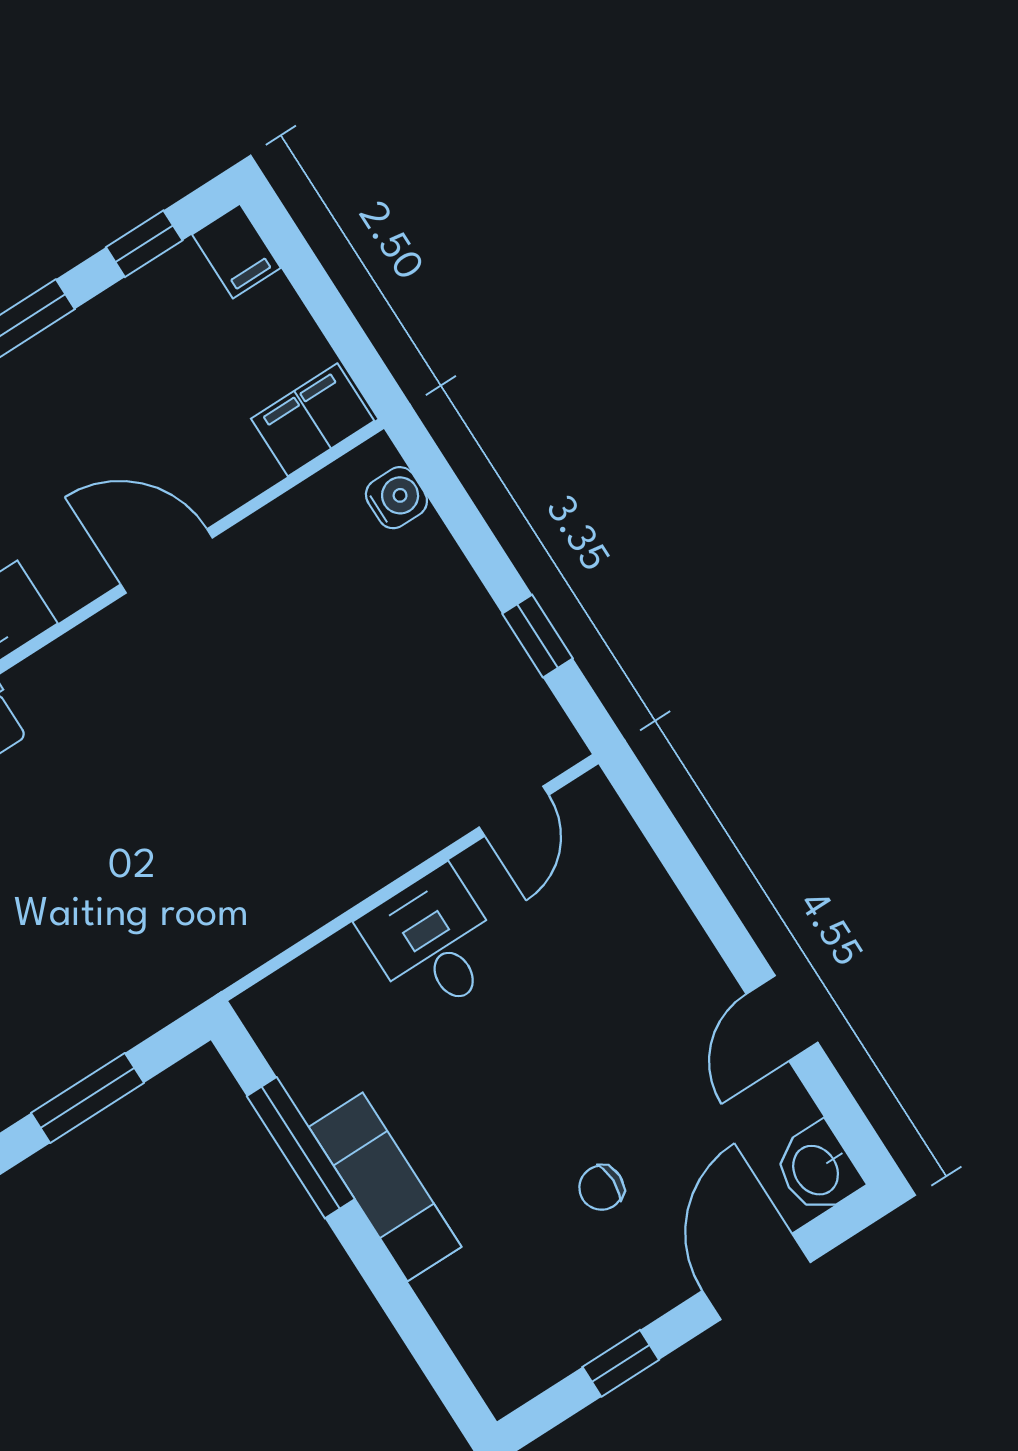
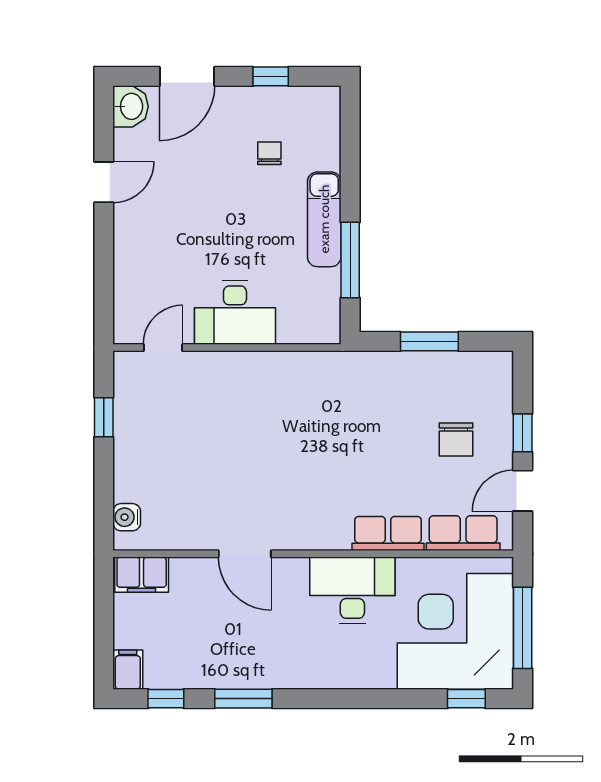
desk: (433, 943) -> (235, 313), width x1.37
chair: (601, 1188) -> (269, 153), moved, turned -90

